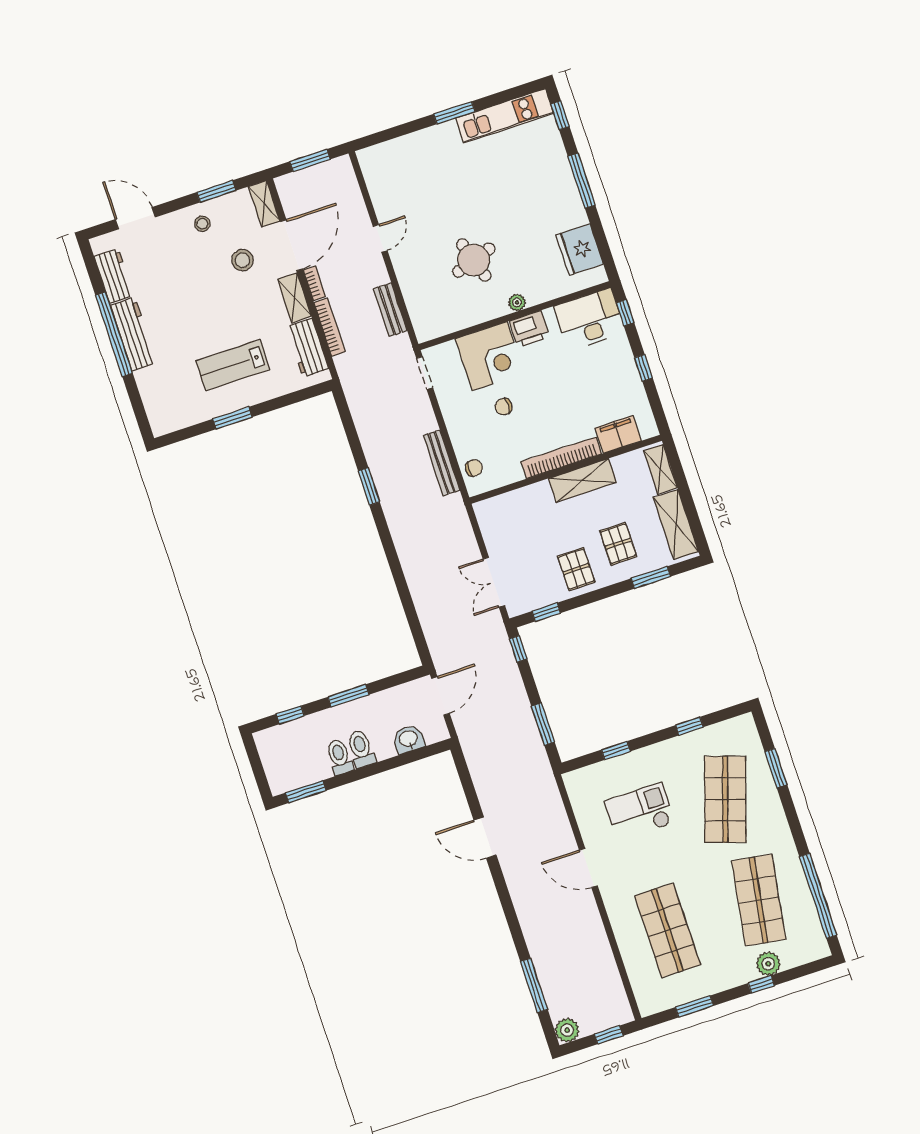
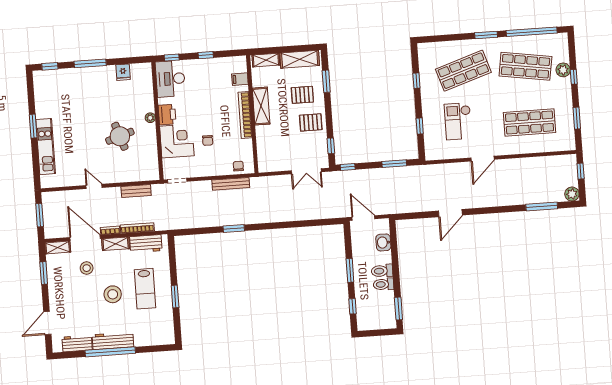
kitchen unit: (505, 116) -> (46, 147), moved
stool: (202, 224) -> (113, 294), moved, width x1.89, depth x1.89
fridge: (580, 249) -> (123, 72), width x0.53, depth x0.75
filing cabinet: (618, 434) -> (240, 79), width x0.50
window: (776, 768) -> (486, 35), moved
shop shelf: (725, 799) -> (463, 71), turned -36

